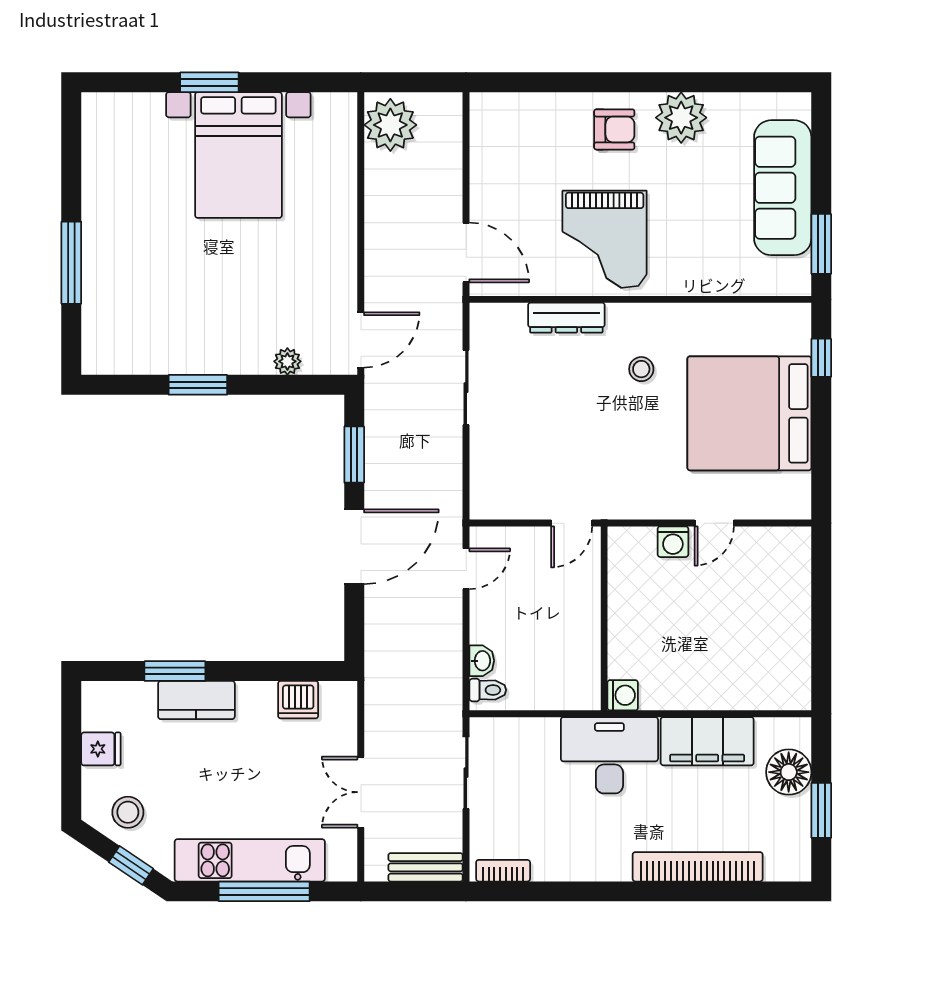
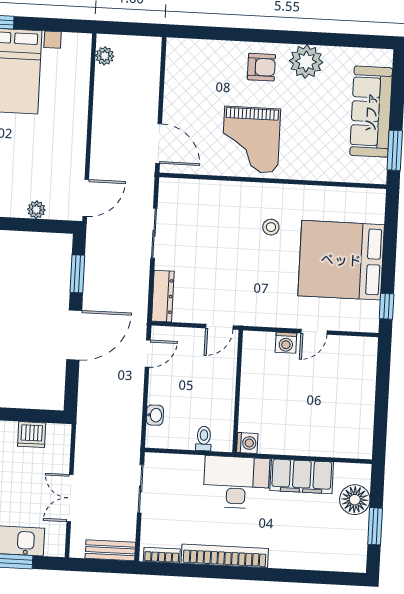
plant: (390, 125) -> (105, 56), width x0.53, depth x0.53
dresser: (566, 318) -> (163, 296), moved, turned -90
window: (821, 358) -> (387, 306), moved
toilet: (488, 690) -> (204, 439), moved, turned -90
bookcase: (698, 867) -> (225, 556), moved

